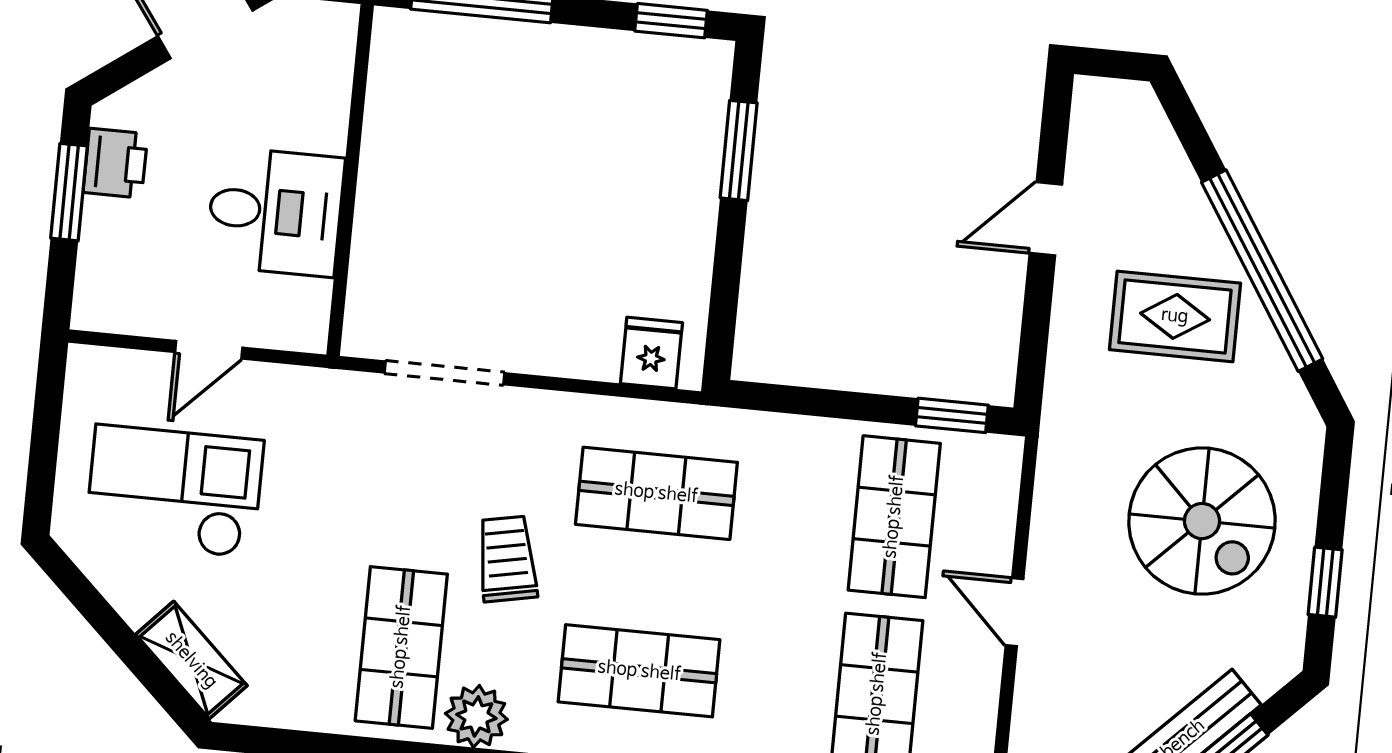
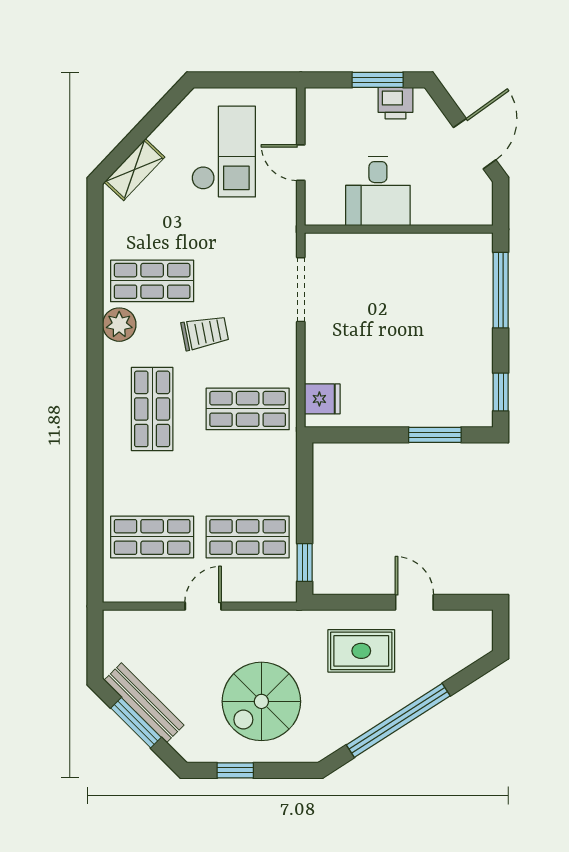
rug: (1175, 316) -> (361, 651), moved, turned 90
shop shelf: (656, 493) -> (248, 409), turned 90

